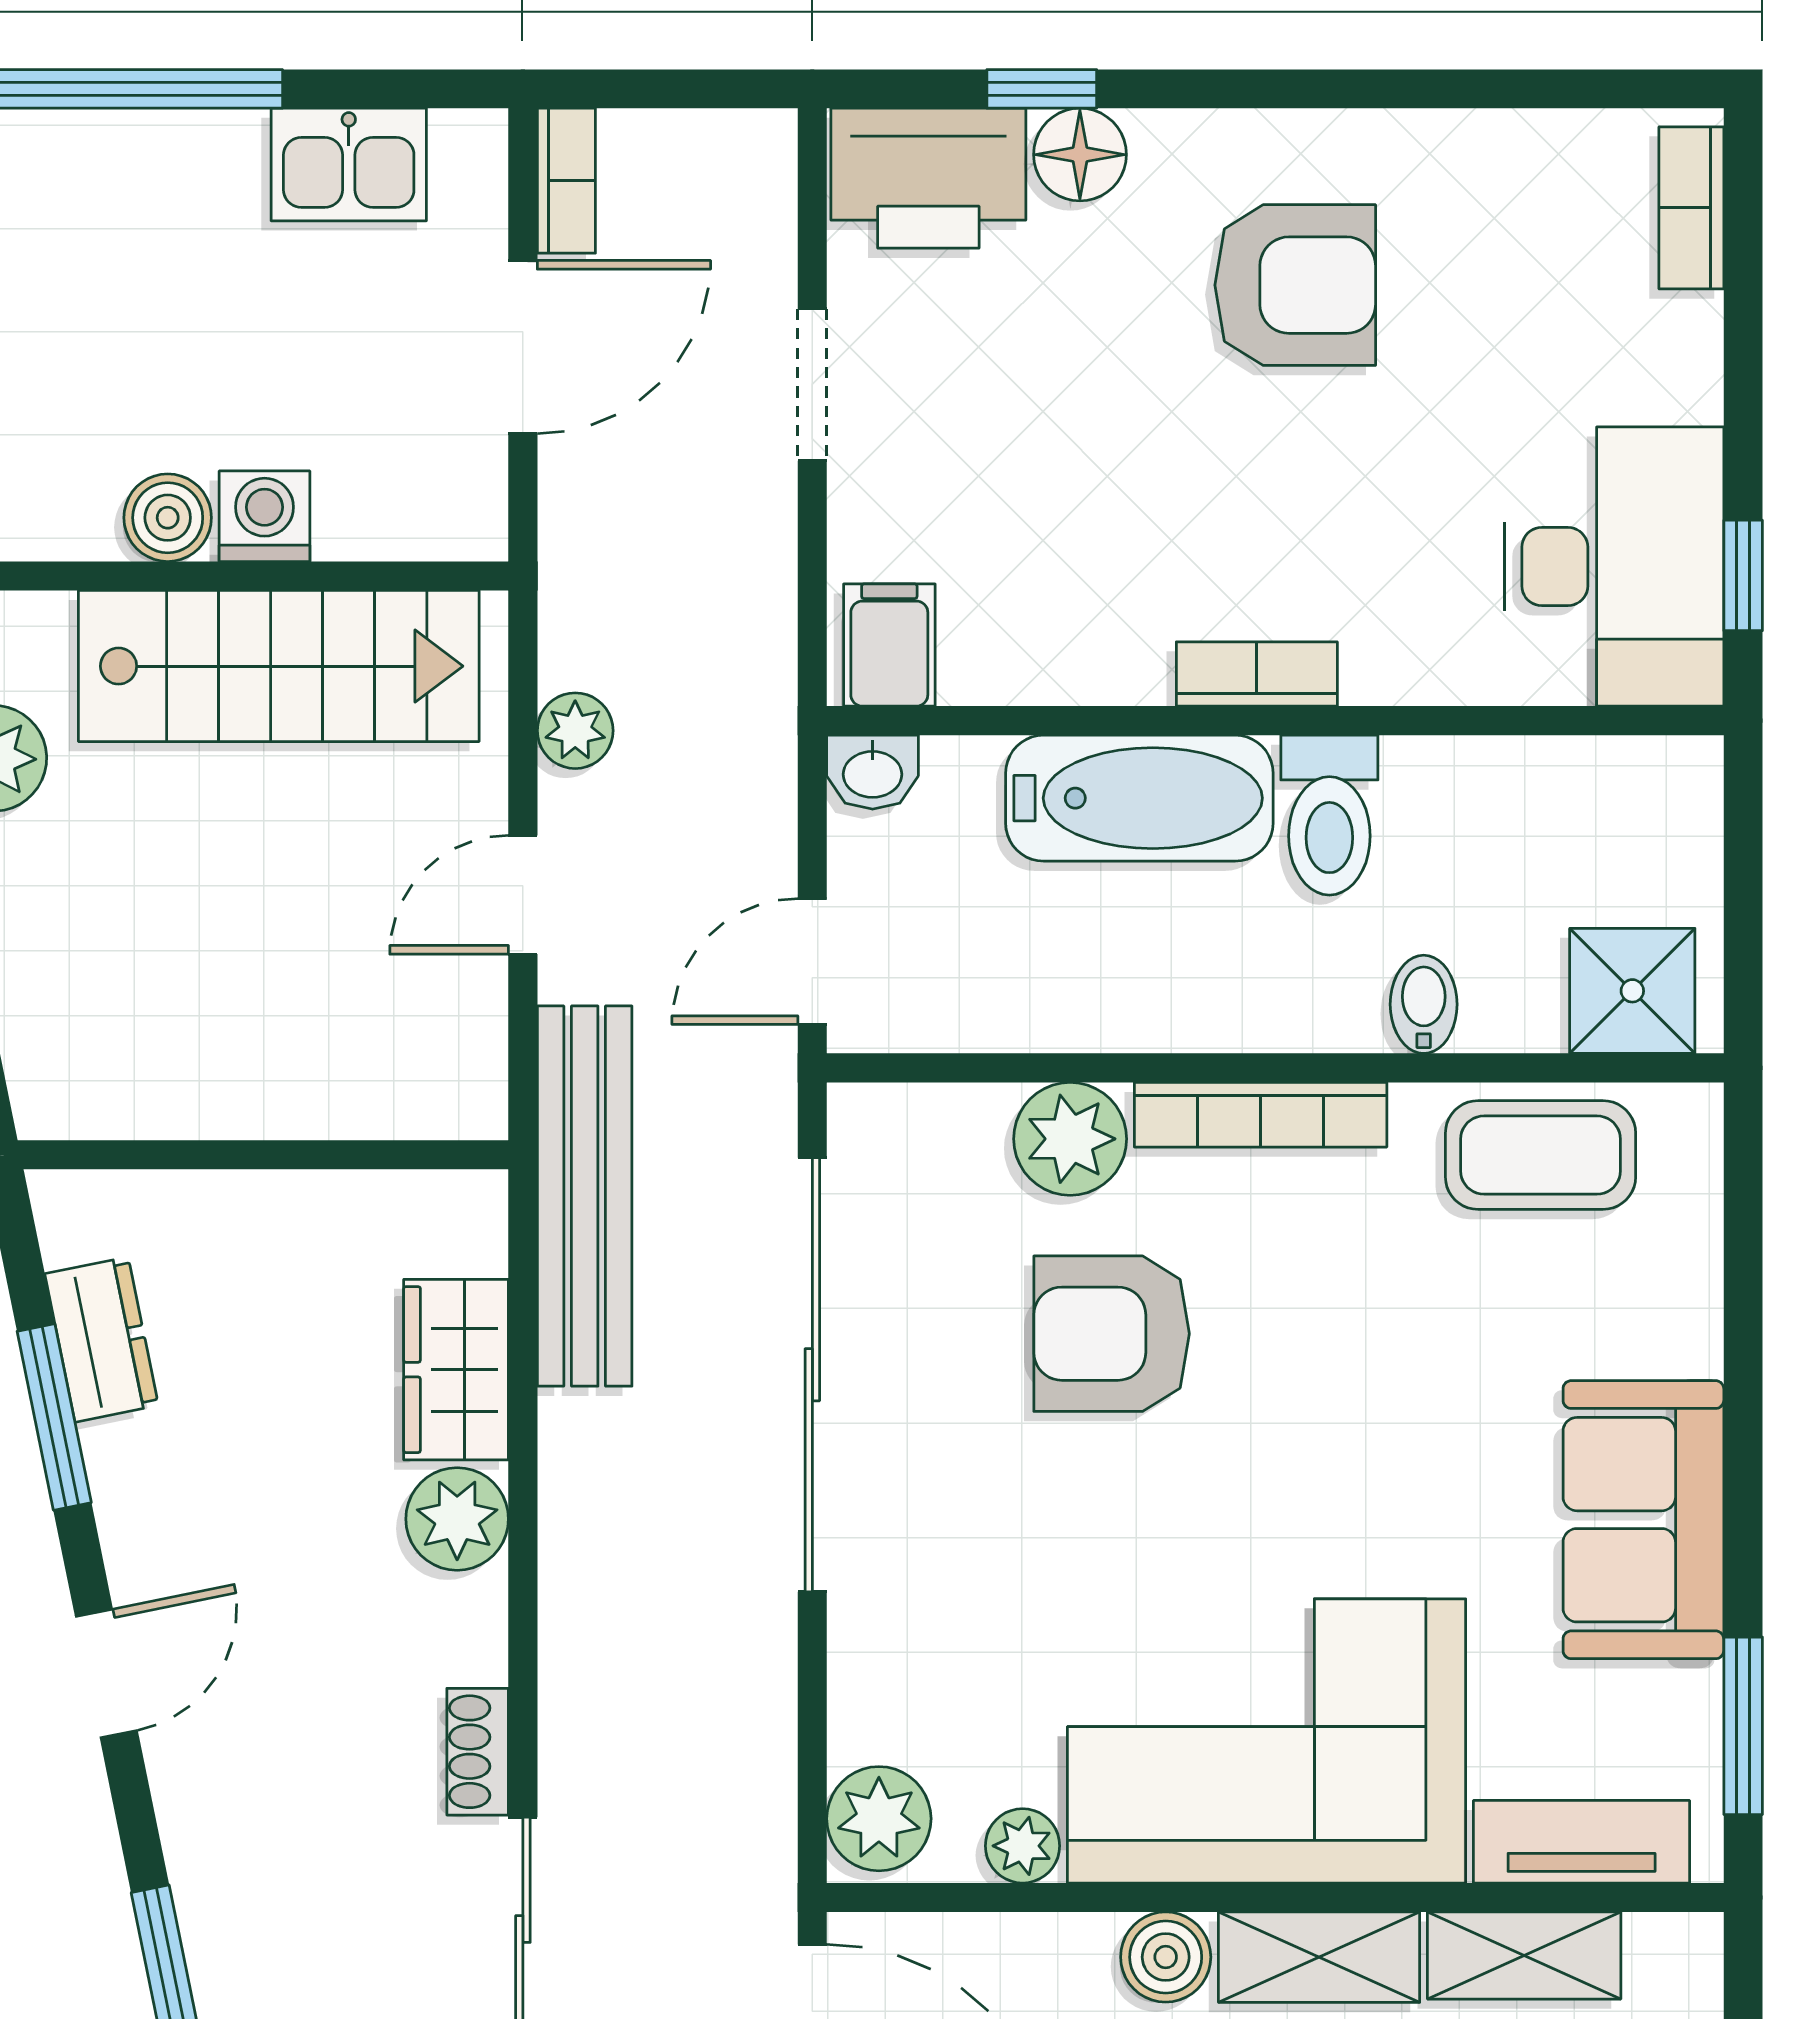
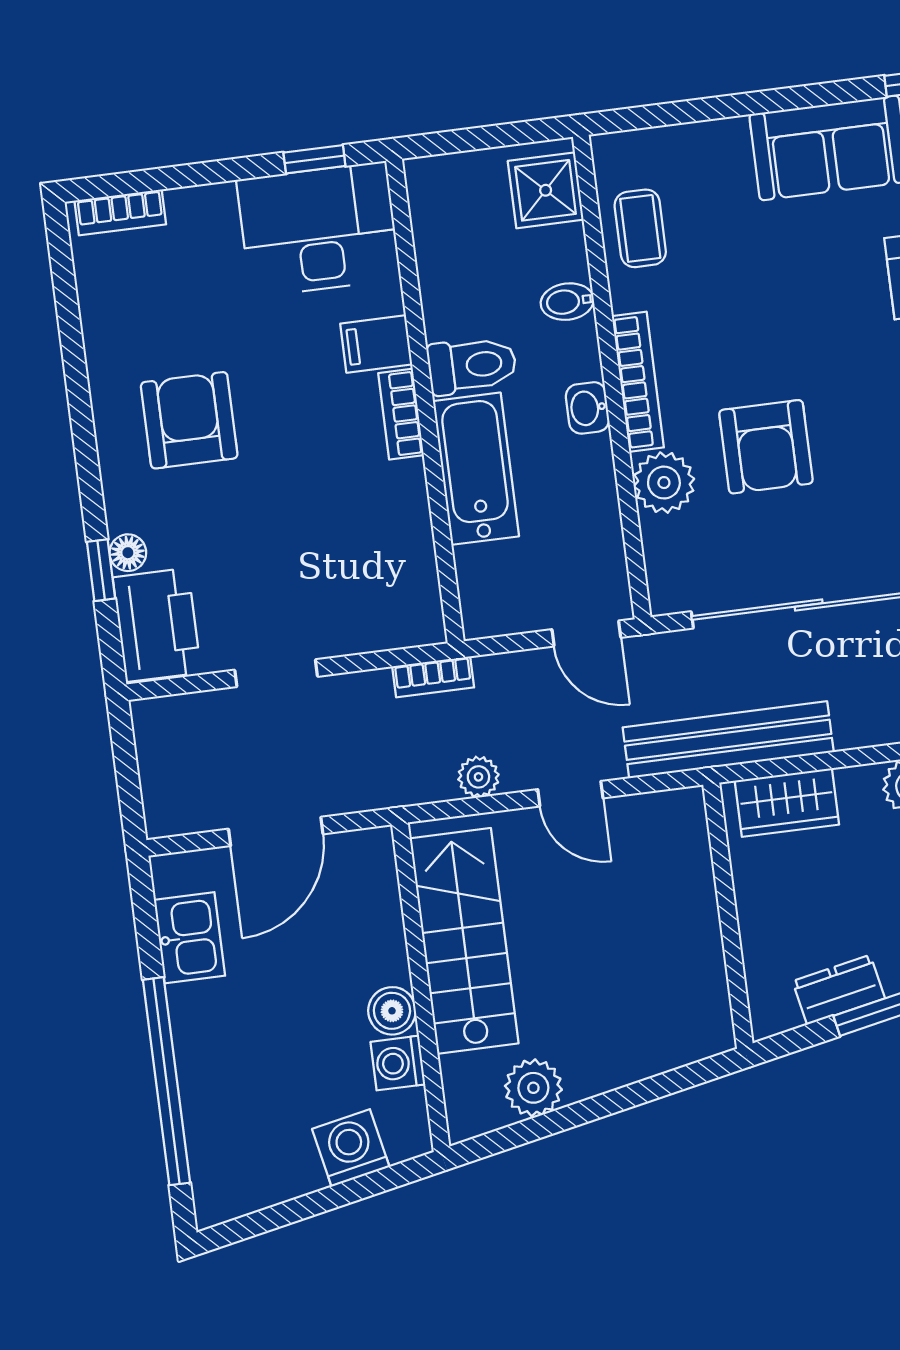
floor lamp: (1080, 155) -> (128, 553), width x0.73, depth x0.73
bookcase: (566, 181) -> (433, 677), moved, turned 180
door: (523, 347) -> (276, 831), swing flipped
washing machine: (264, 516) -> (398, 1063), moved
filing cabinet: (889, 645) -> (376, 344), moved
washbasin: (873, 772) -> (587, 408), moved, turned 180
coffee table: (1541, 1155) -> (640, 228), width x0.73, depth x0.77
wardrobe: (456, 1370) -> (787, 803), moved

